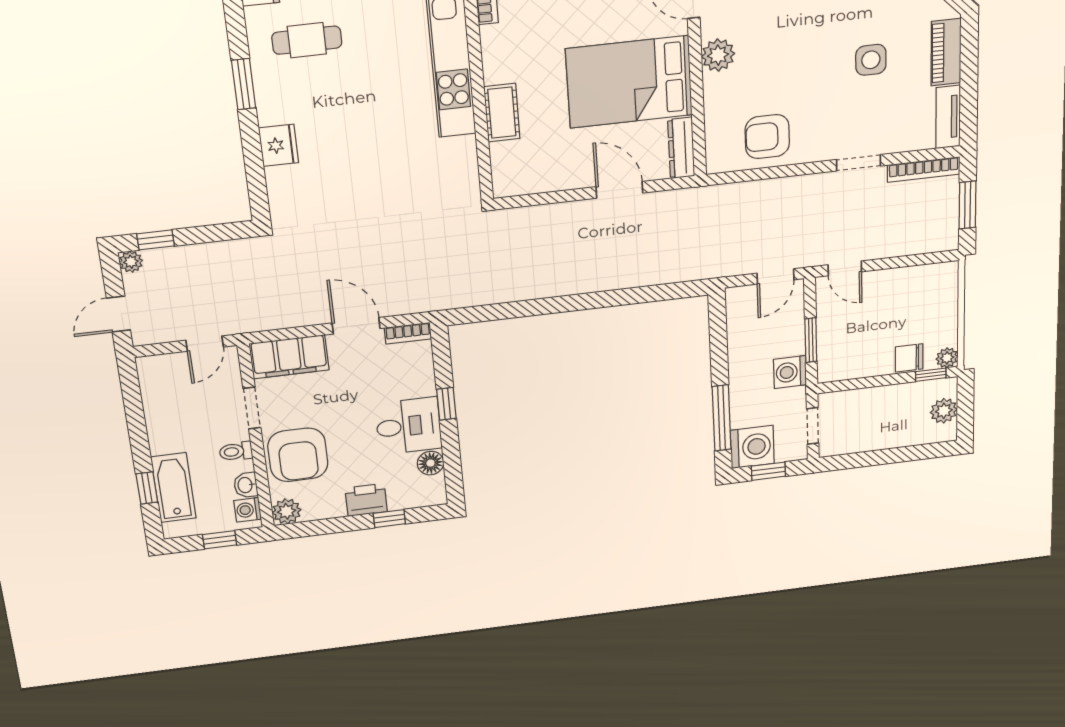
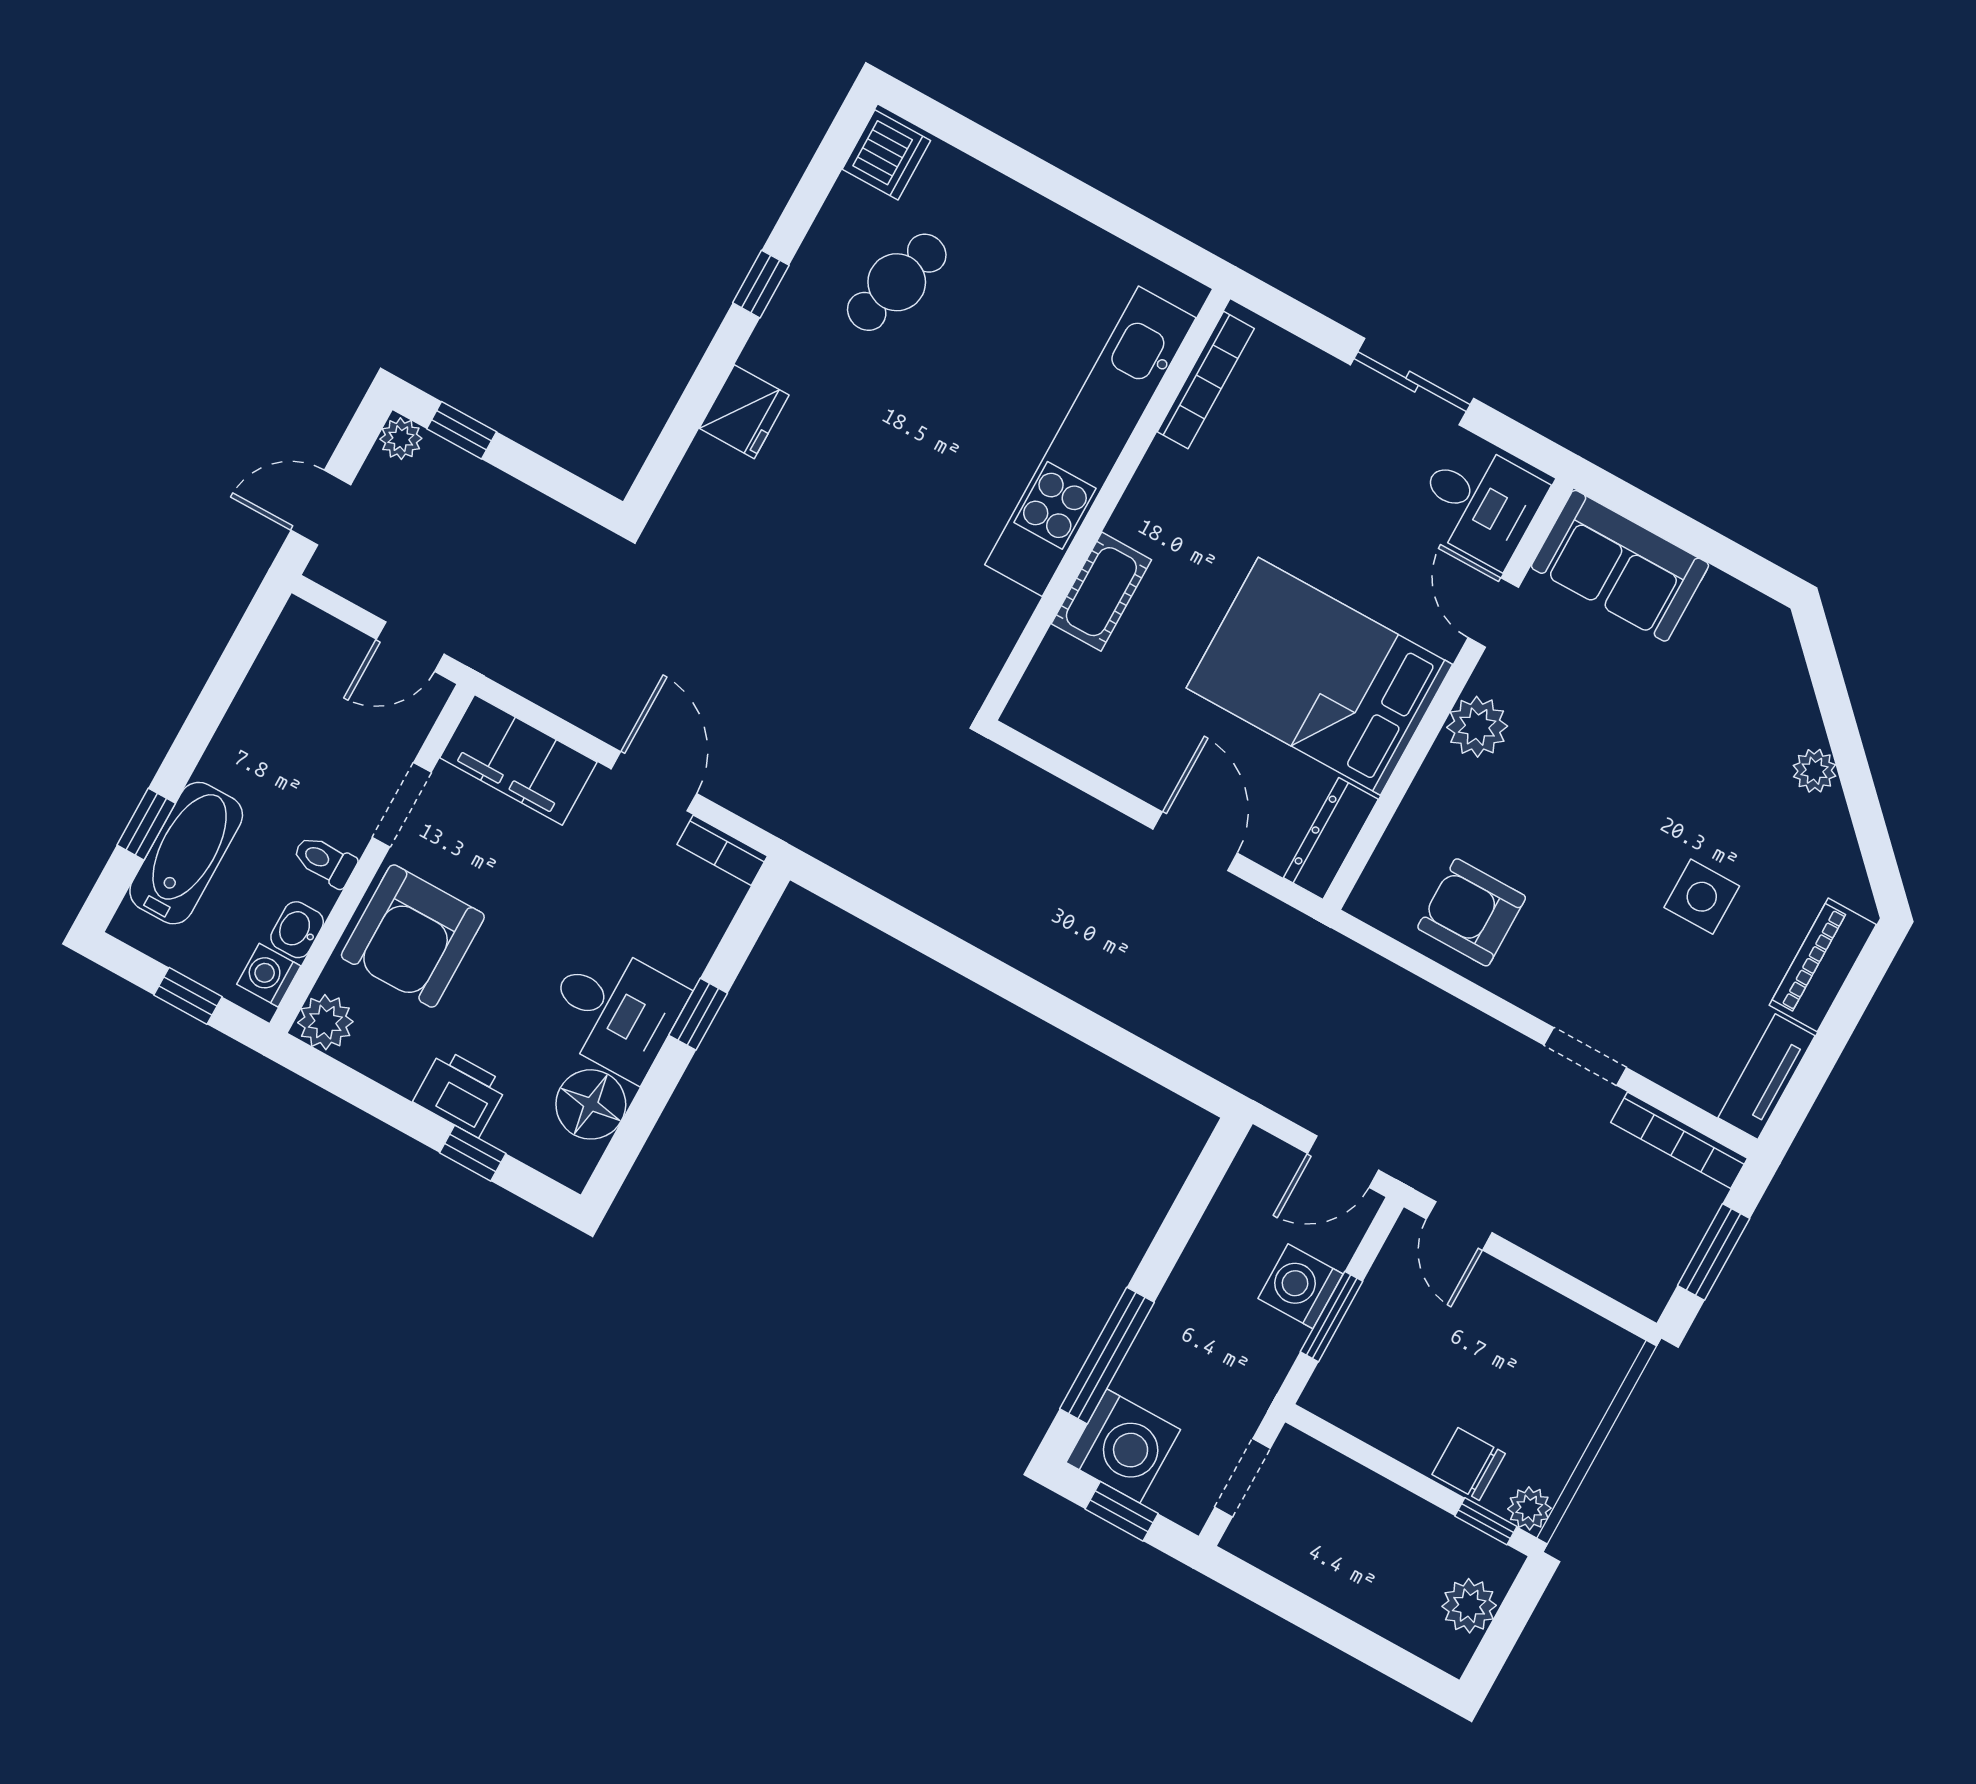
cafe table: (307, 40) -> (897, 282), turned -73
window: (244, 84) -> (761, 284), width x0.67
washing machine: (790, 372) -> (1300, 1286), moved
floor lamp: (430, 463) -> (591, 1104), width x1.38, depth x1.38

